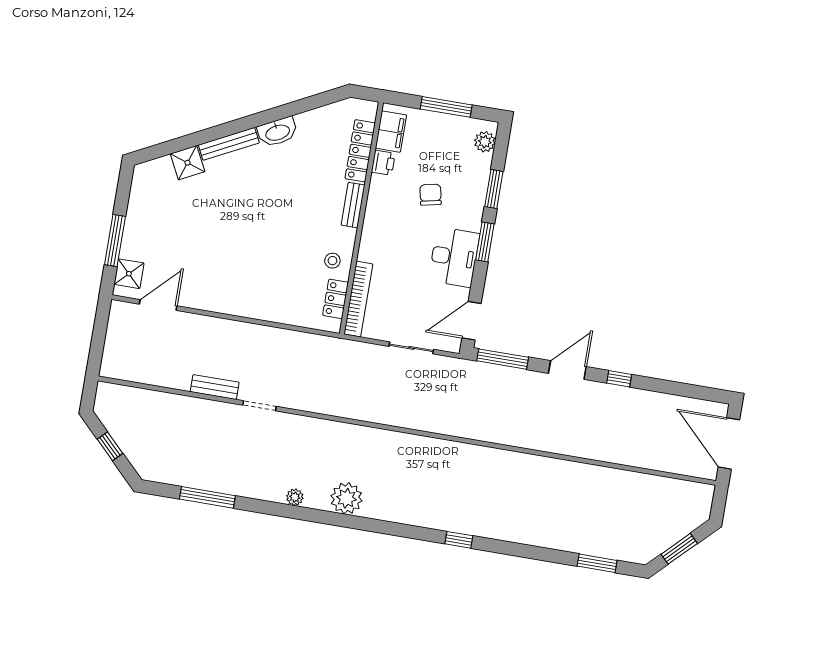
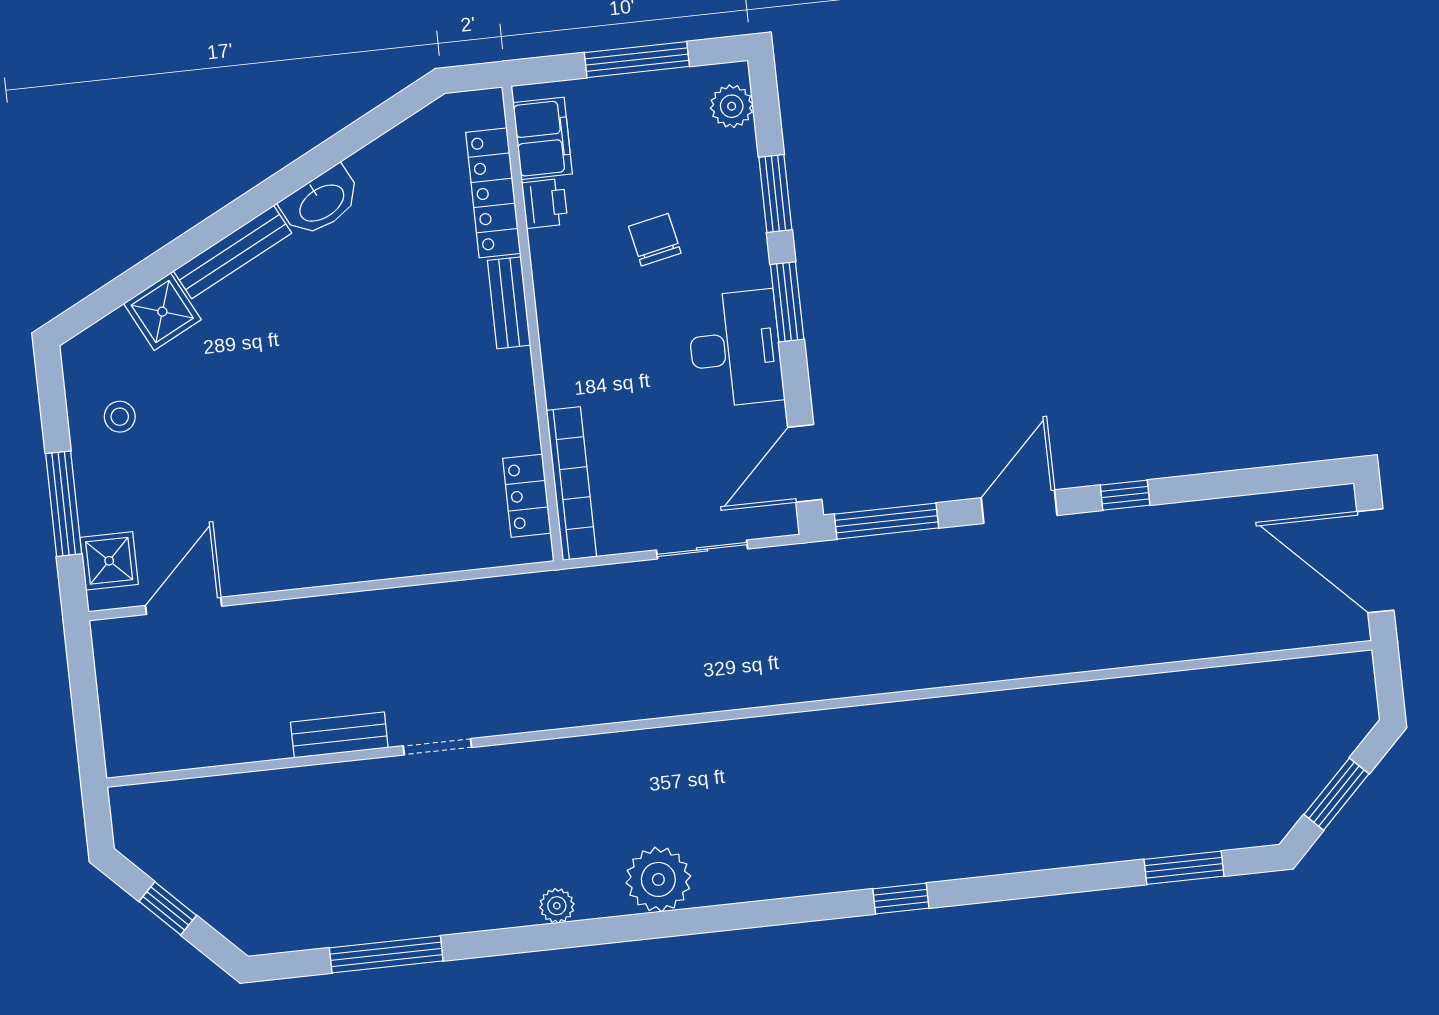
stool: (332, 261) -> (120, 417), moved

